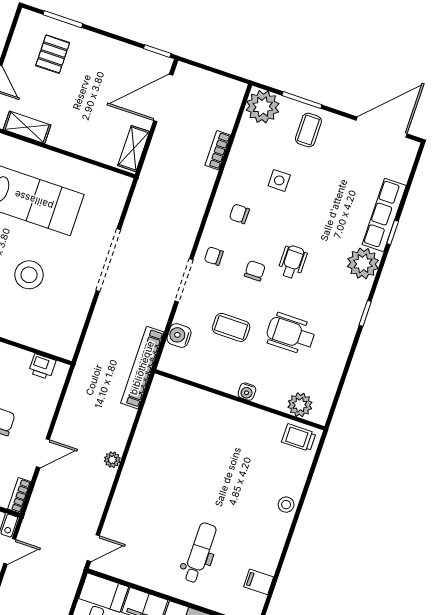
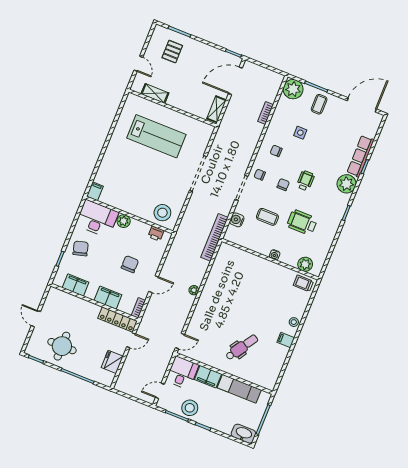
stool: (29, 275) -> (162, 213), moved
dental chair: (200, 553) -> (242, 347), turned 33
filing cabinet: (259, 582) -> (286, 340), moved

